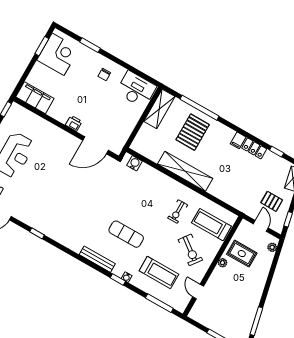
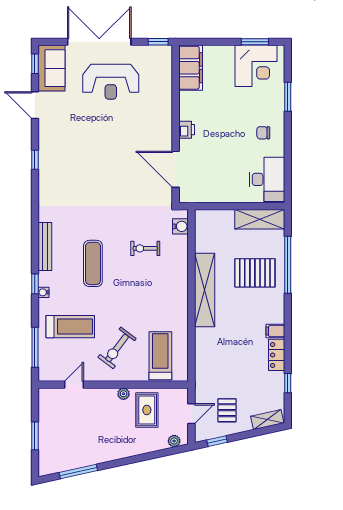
exercise bike: (178, 212) -> (145, 248), moved
treadmill: (159, 273) -> (70, 327), turned -90

